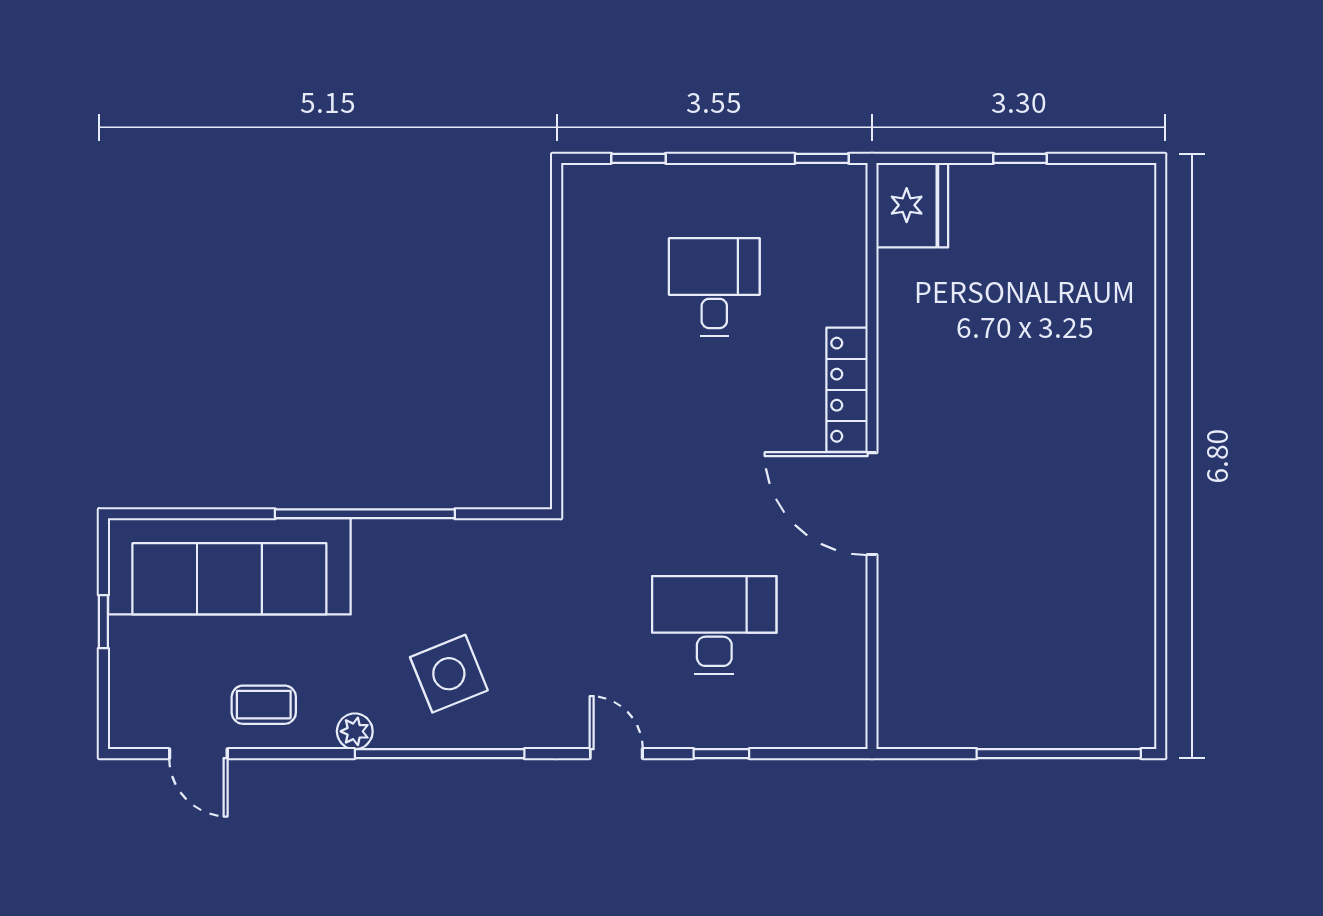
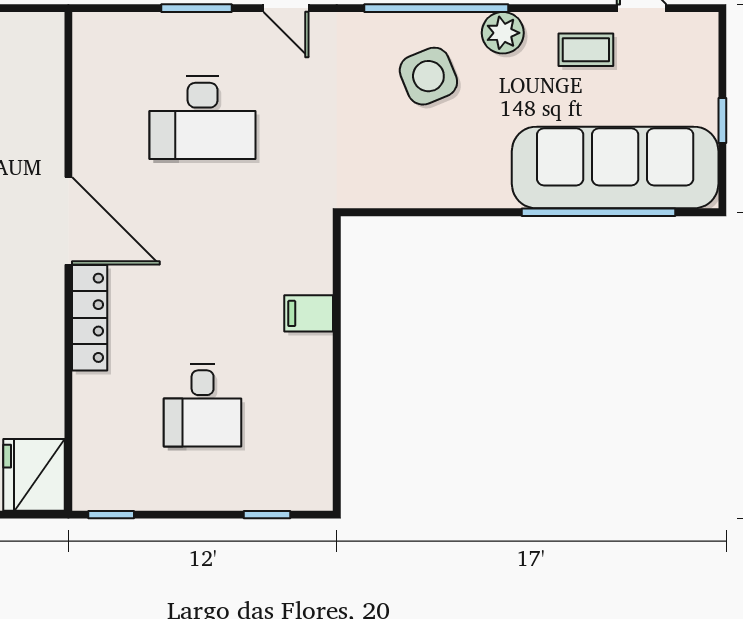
filing cabinet: (590, 395) -> (309, 313), added
window: (365, 514) -> (599, 212), moved
plant: (355, 731) -> (503, 33), width x1.38, depth x1.38
window: (721, 754) -> (196, 8), width x1.50

